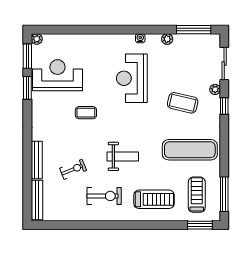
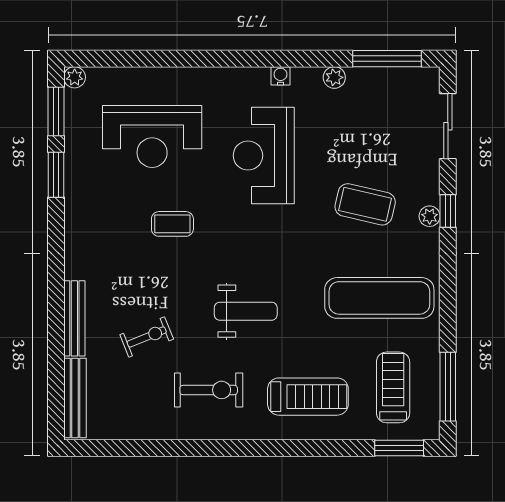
reception desk: (57, 75) -> (152, 136), moved, turned 180
plant: (215, 89) -> (430, 216), moved

